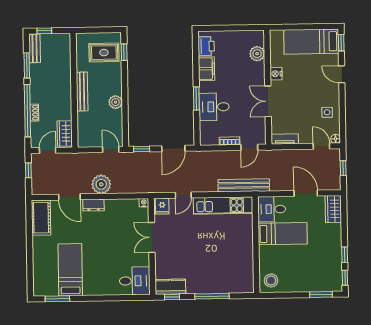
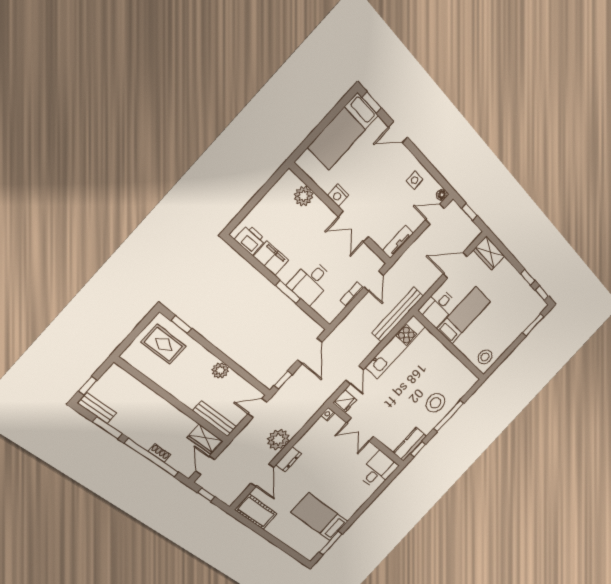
rug: (104, 53) -> (164, 344), turned 90
bench: (82, 92) -> (215, 419), moved
door: (69, 197) -> (262, 475), hinge flipped
stool: (212, 276) -> (435, 403), added

